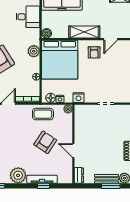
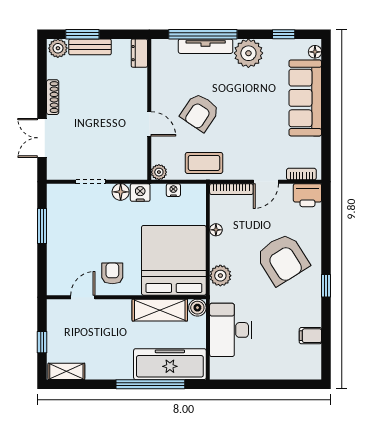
desk: (28, 17) -> (231, 330), width x1.37
shelving: (84, 32) -> (160, 310), moved
floor lamp: (51, 98) -> (121, 192), moved
door: (73, 151) -> (149, 124), moved
window: (44, 186) -> (203, 34), width x3.17

